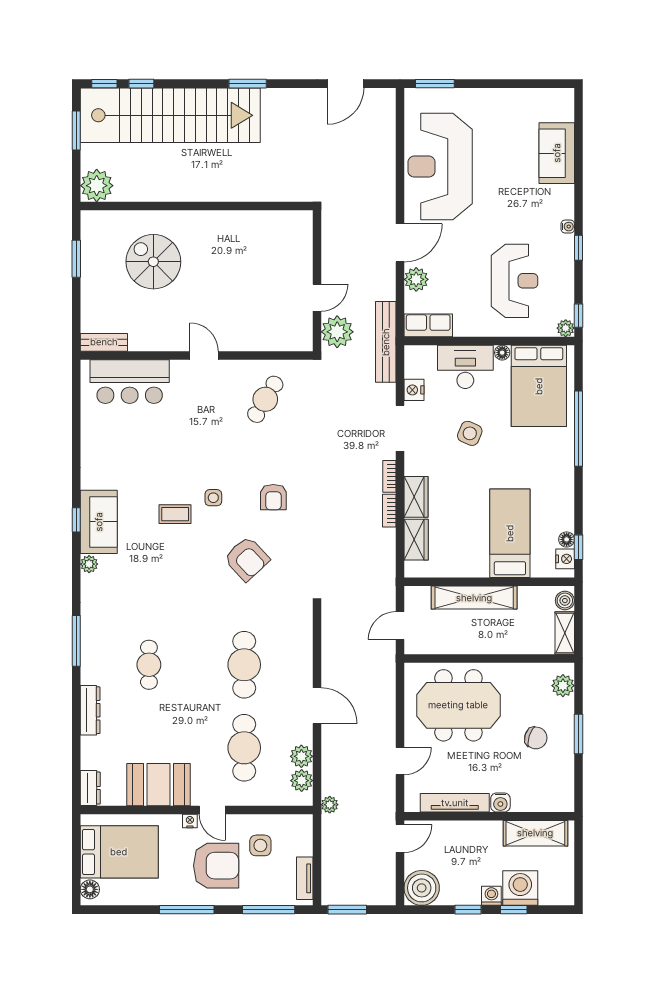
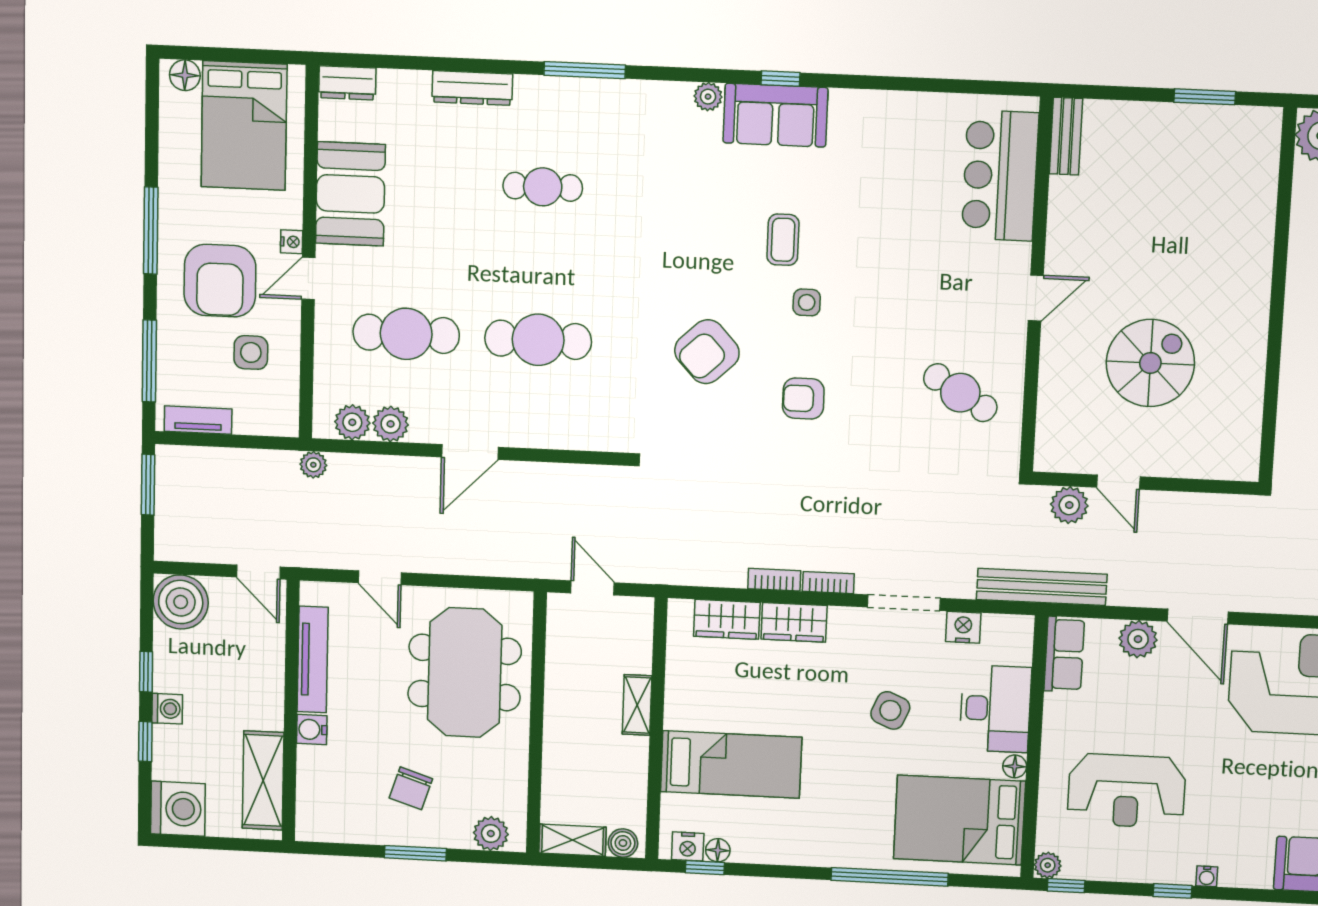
spiral stairs: (153, 262) -> (1150, 363), moved
plant: (337, 332) -> (1069, 505), width x0.73, depth x0.73
shelving: (474, 598) -> (637, 705), width x0.45, depth x0.75
washing machine: (520, 888) -> (178, 809), moved

